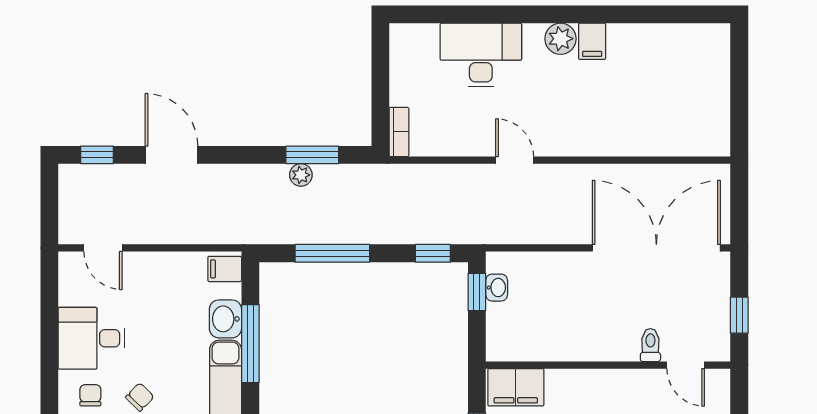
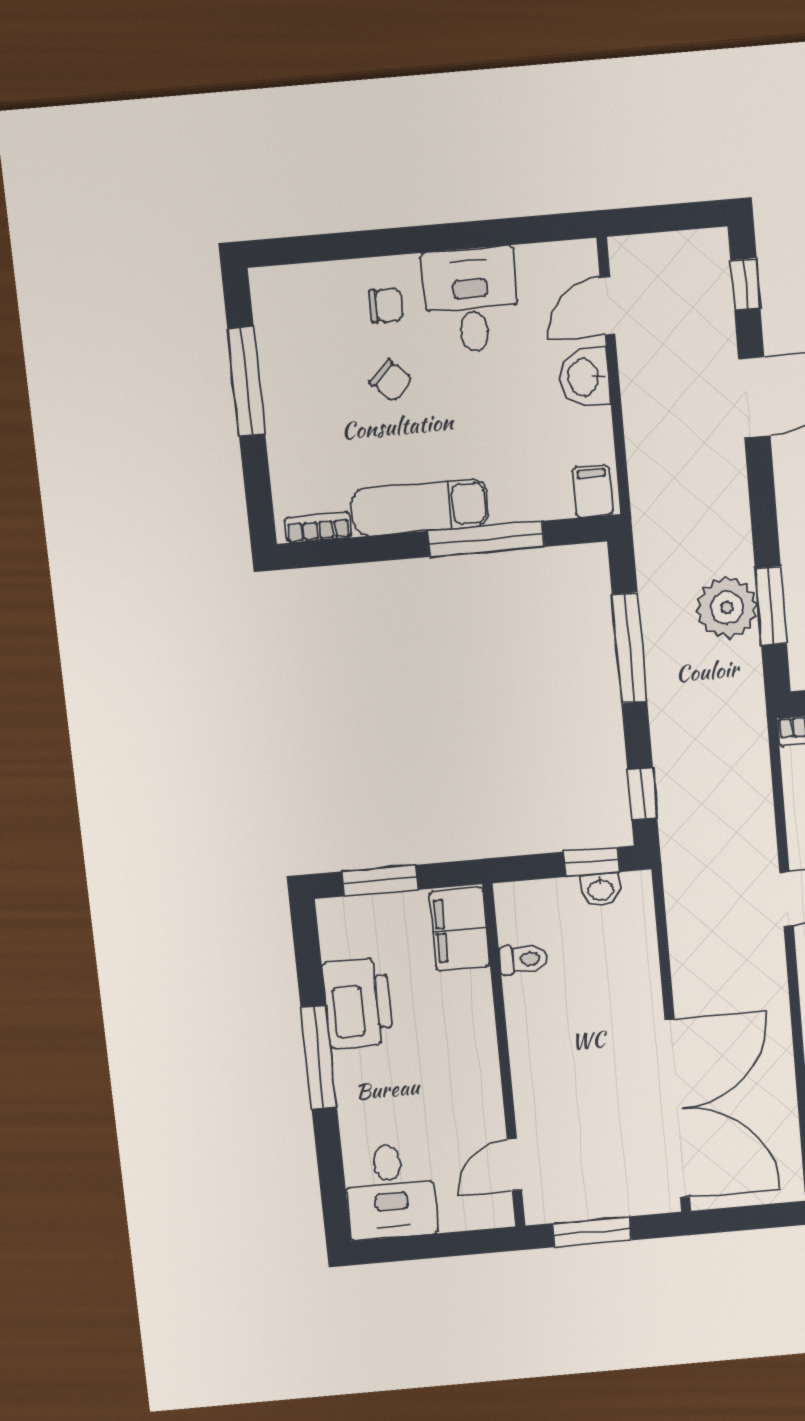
plant: (301, 175) -> (727, 608), width x1.88, depth x1.88
window: (739, 315) -> (592, 1232), width x1.50
washbasin: (225, 319) -> (584, 377), moved, turned -90
toilet: (650, 345) -> (524, 959), moved

